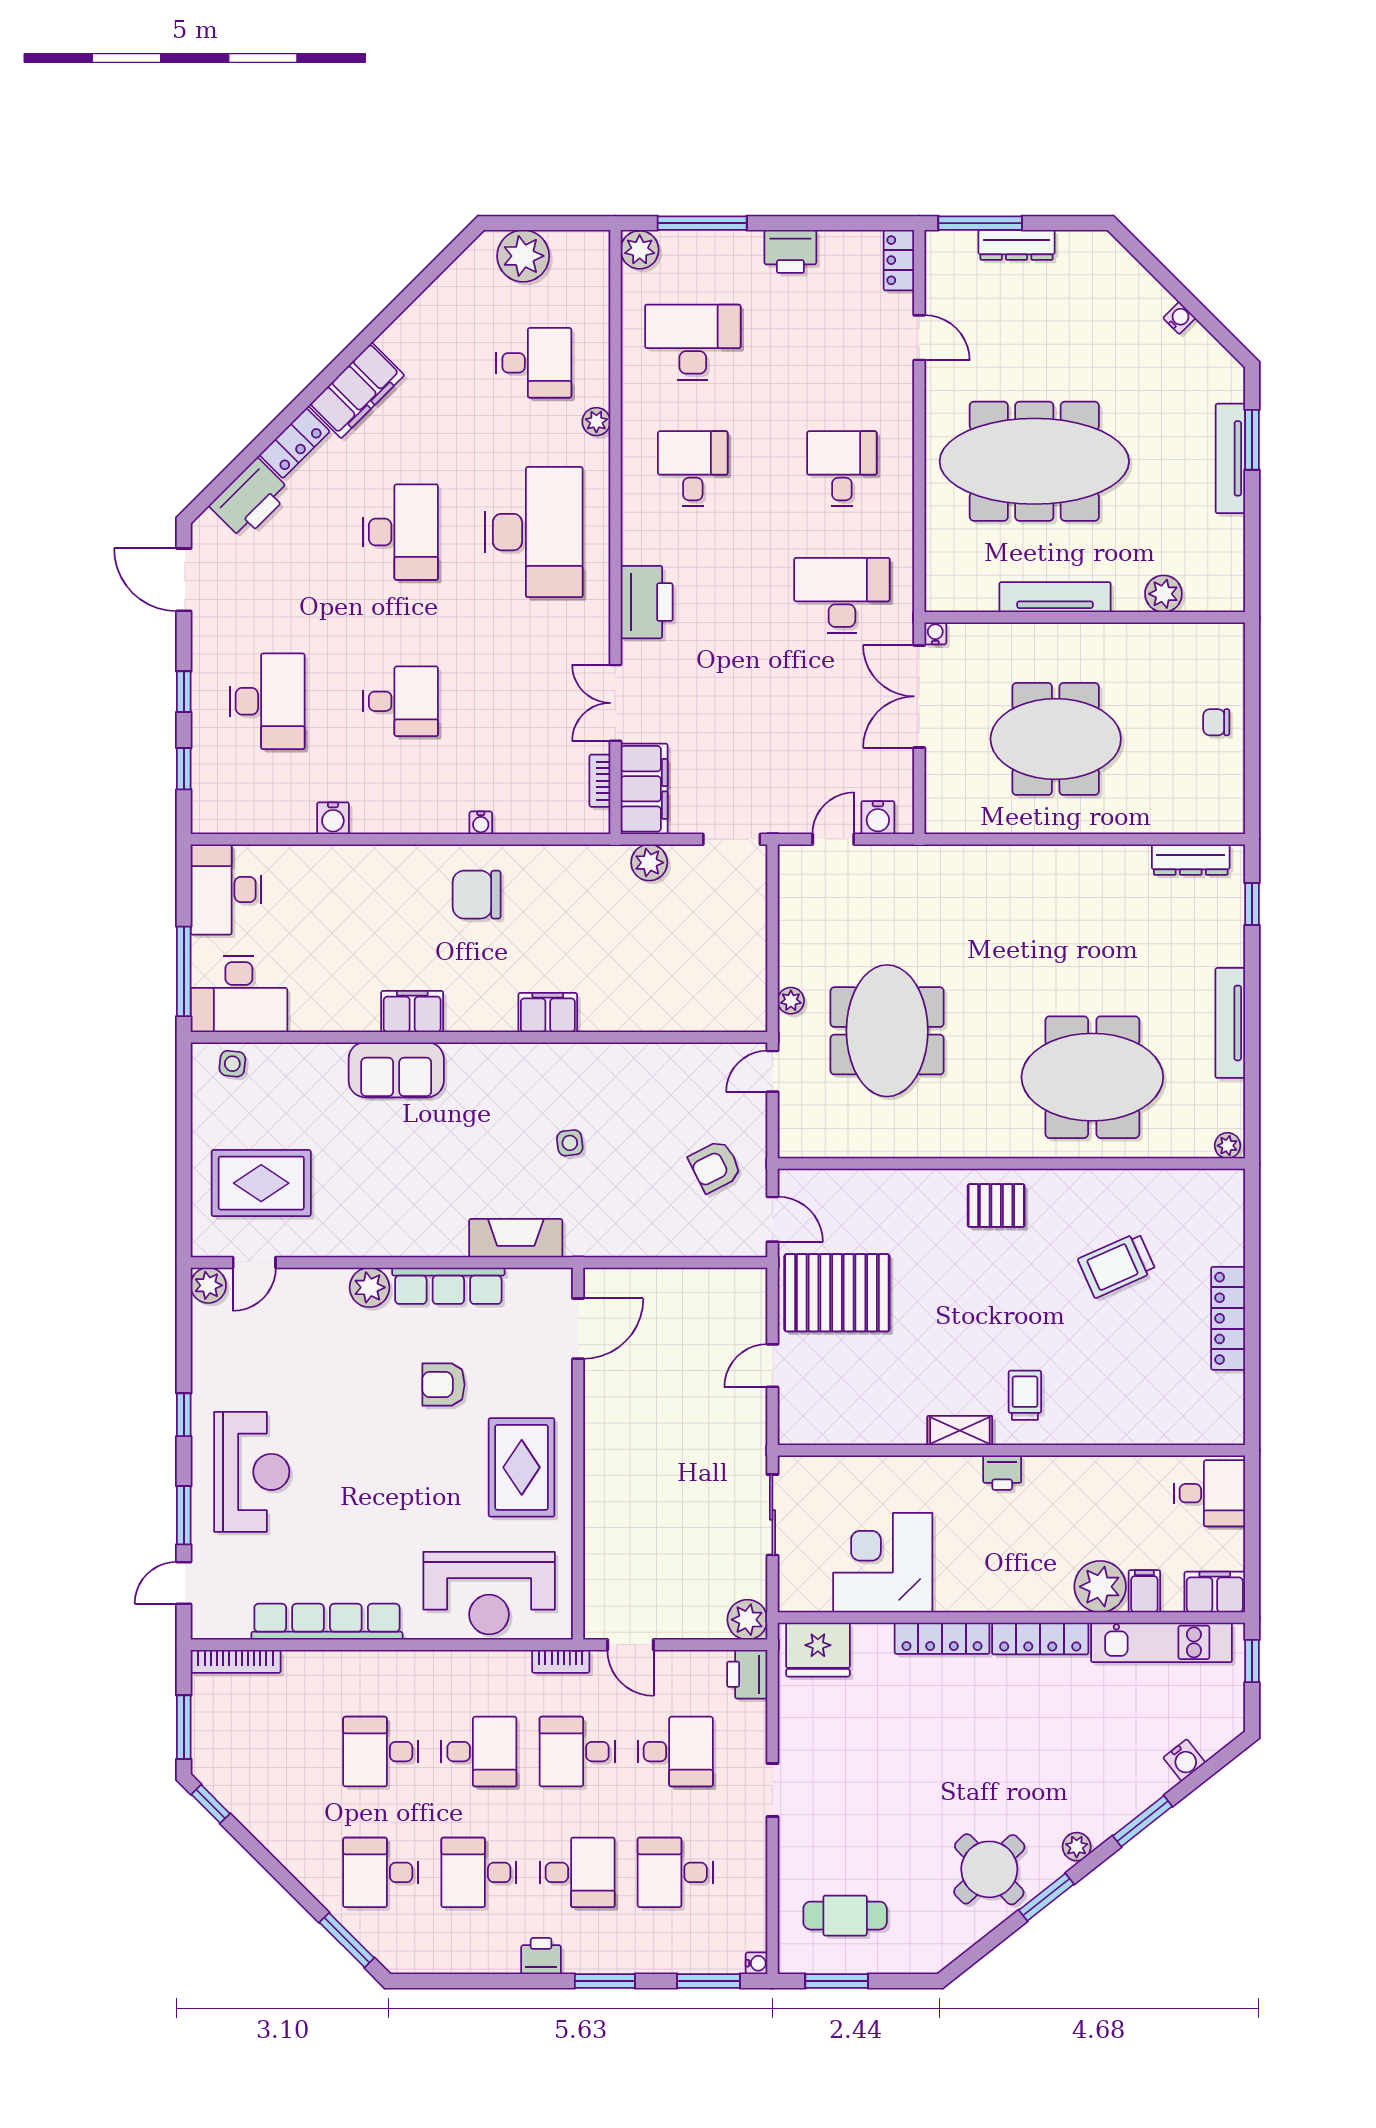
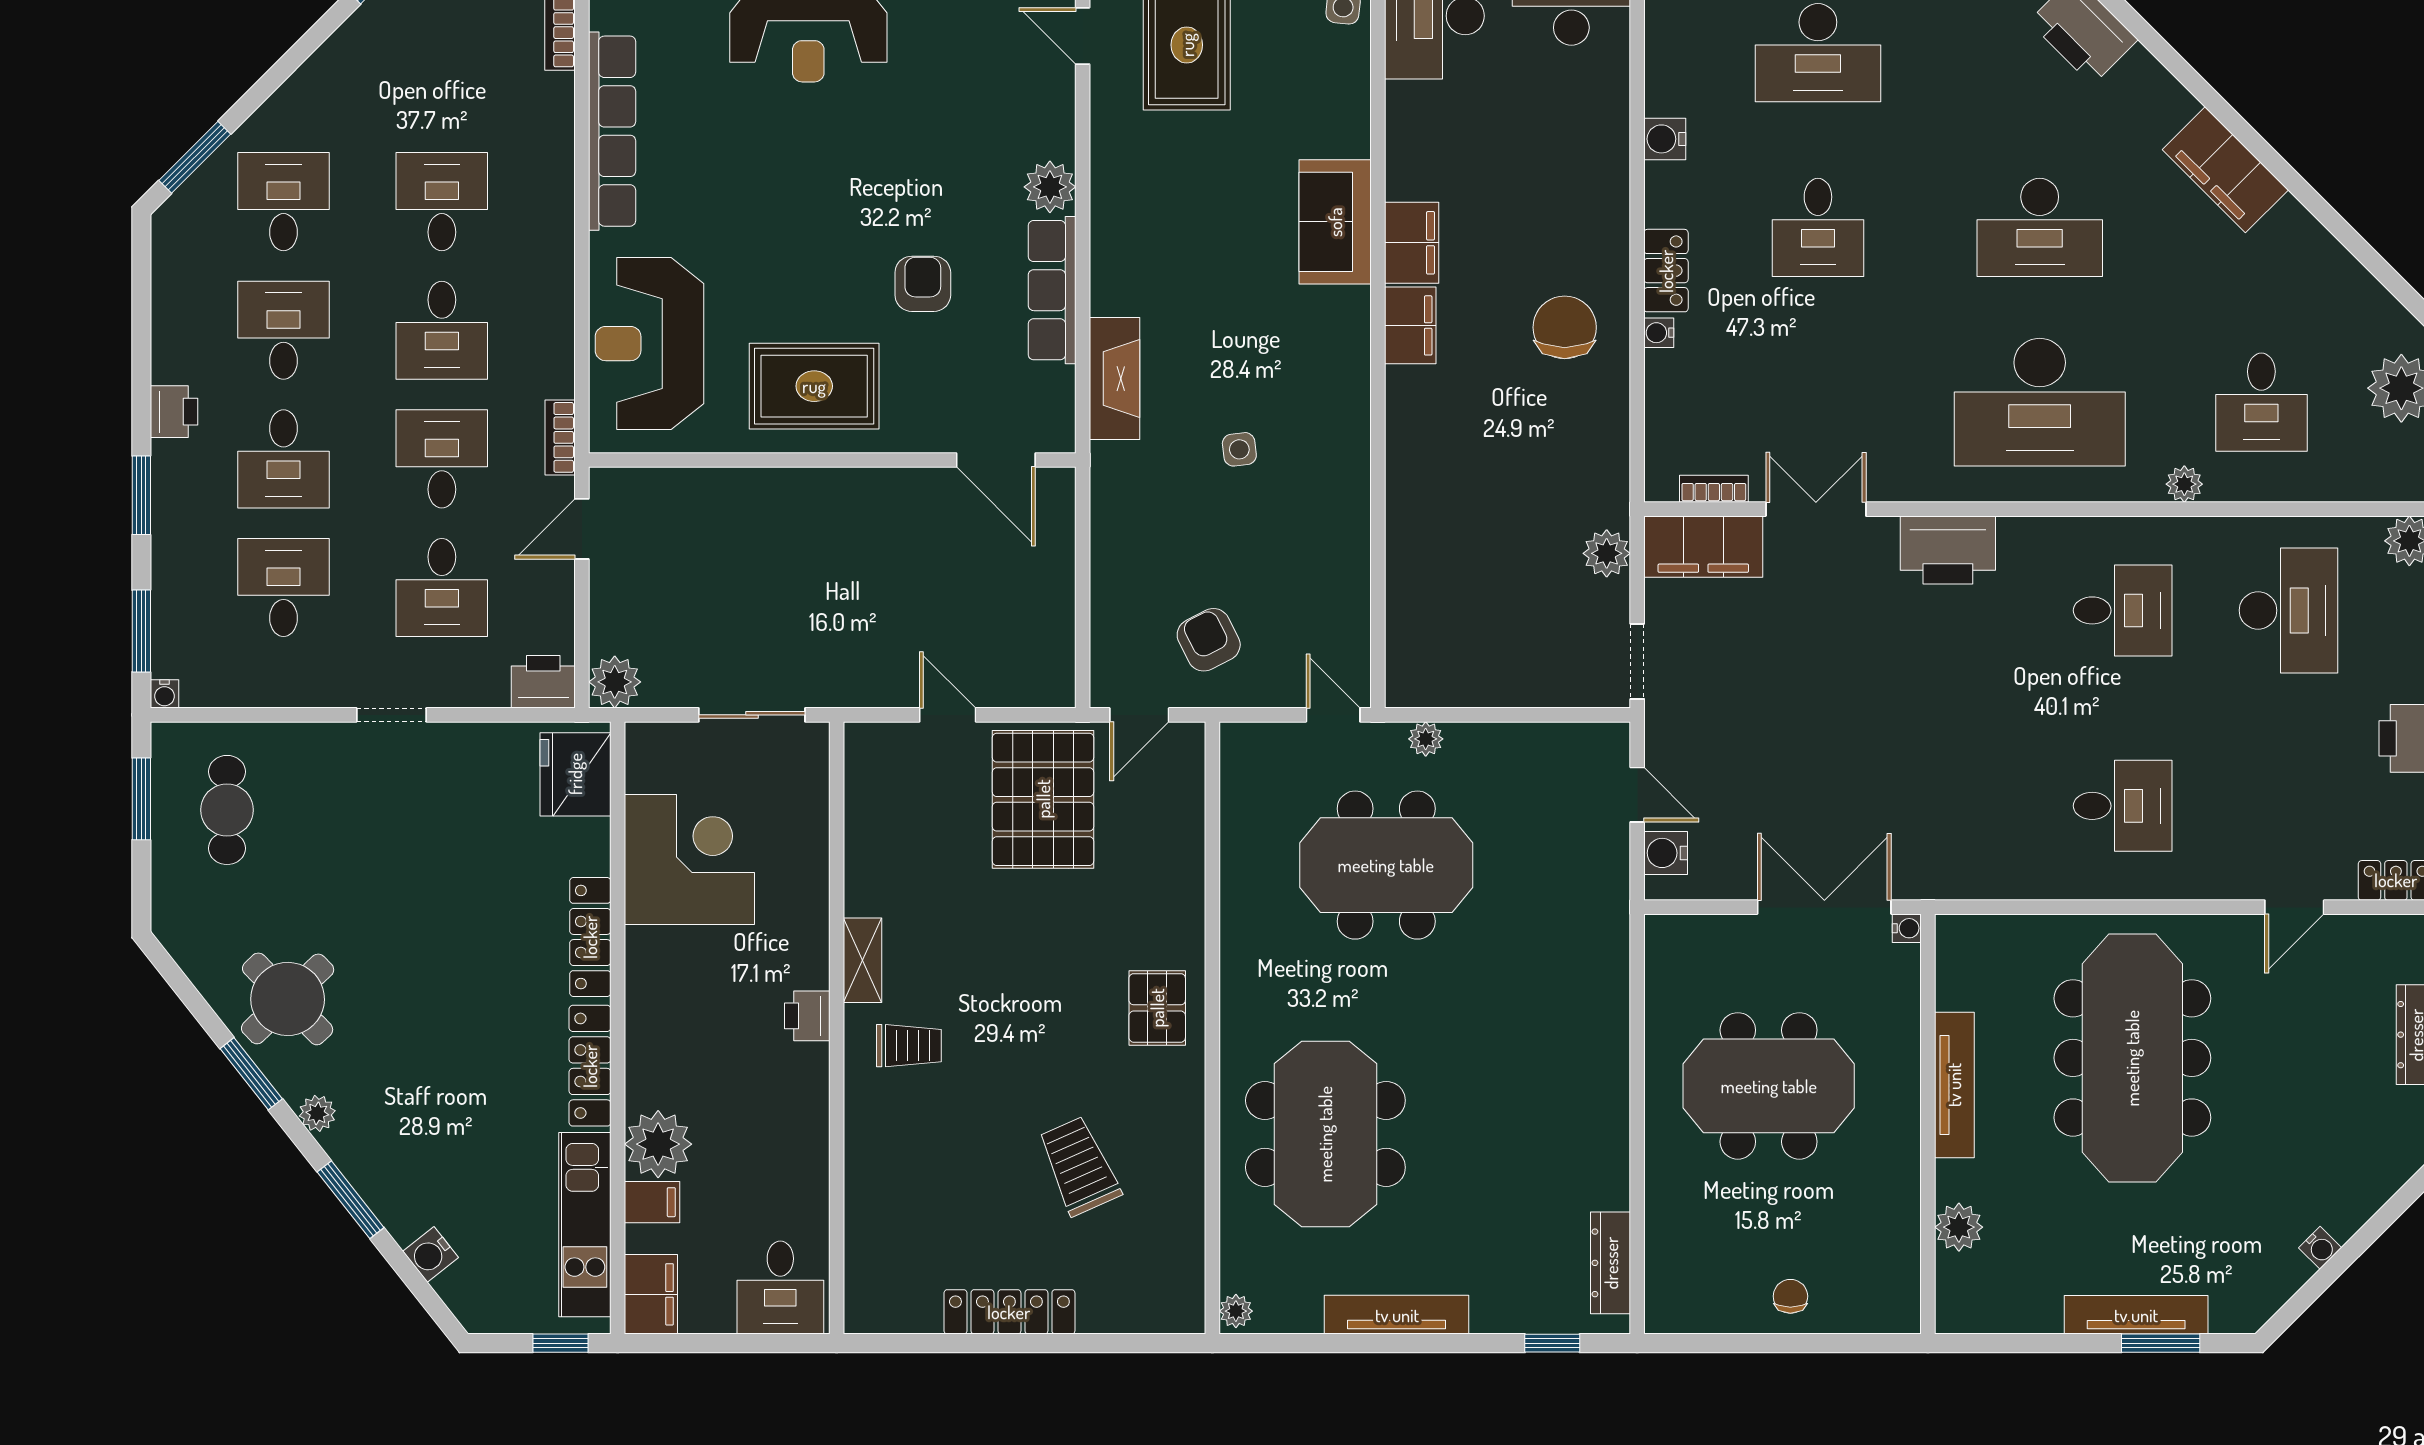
locker: (295, 443) -> (1666, 271), moved, turned -135
desk: (842, 595) -> (1957, 806), removed
meeting table: (1056, 739) -> (1769, 1086), turned 90
filing cabinet: (548, 1012) -> (1410, 325), moved

